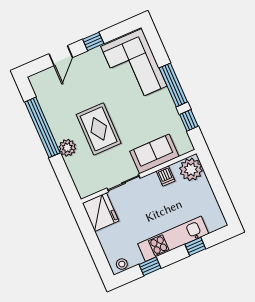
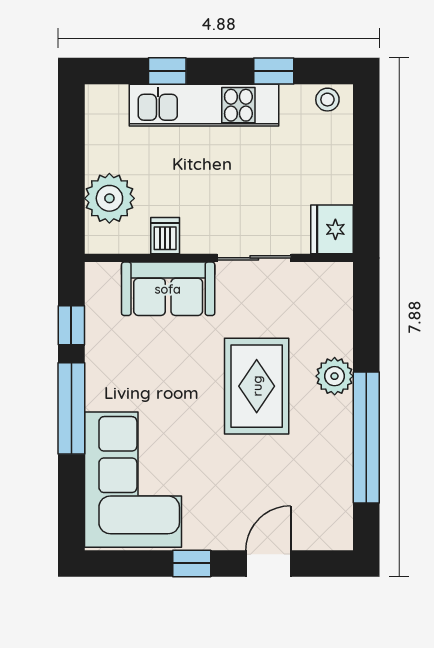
plant: (191, 169) -> (109, 198), moved
fridge: (100, 212) -> (332, 229), width x0.73, depth x0.75

